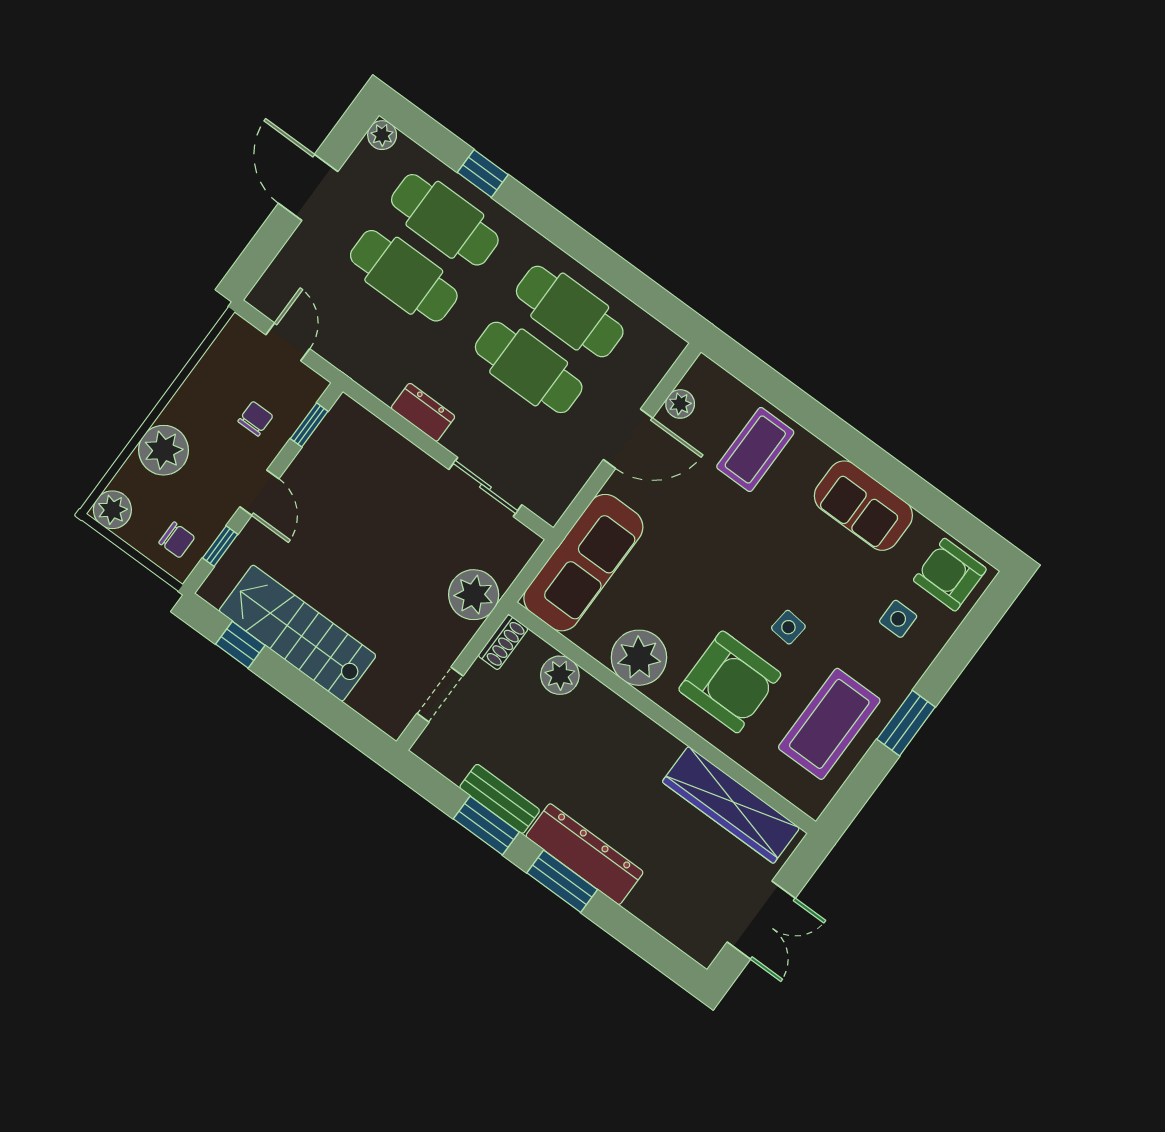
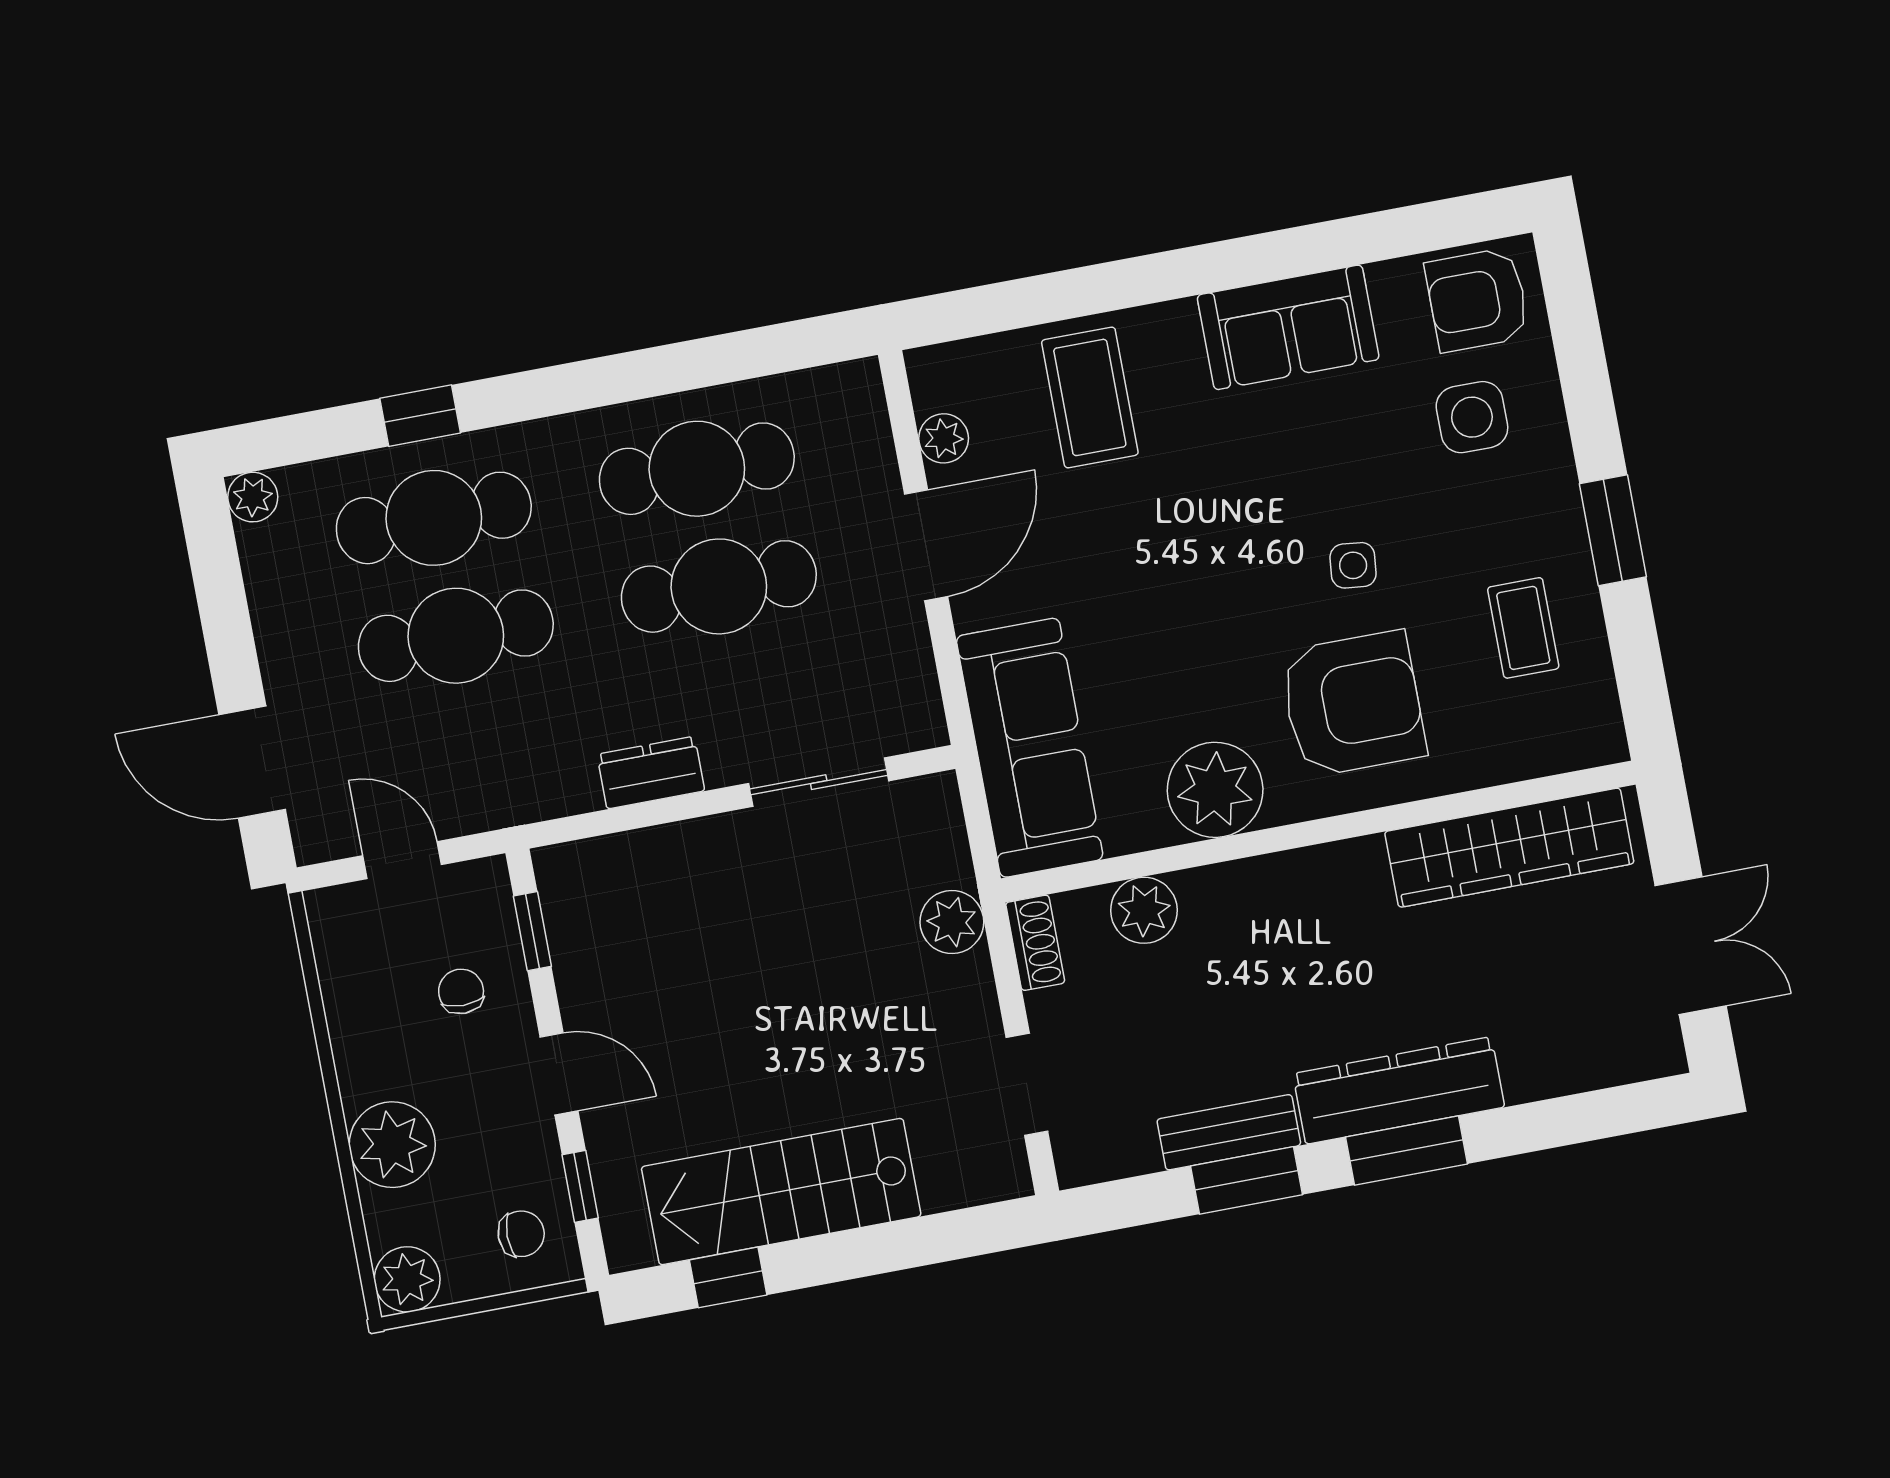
door: (308, 187) -> (252, 762), moved
plant: (474, 595) -> (952, 922), width x0.73, depth x0.73
side table: (898, 619) -> (1472, 417), width x1.37, depth x1.37
coffee table: (829, 724) -> (1523, 628), width x0.54, depth x0.58

